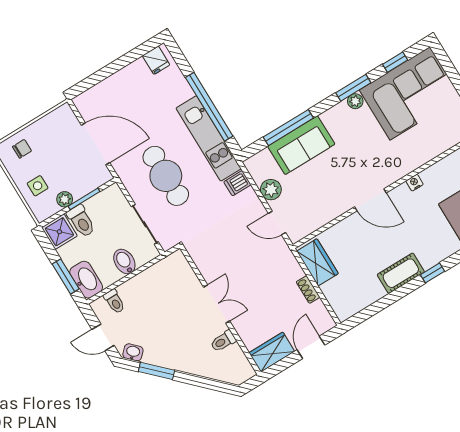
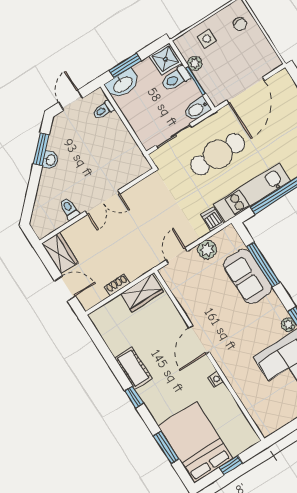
bidet: (124, 262) -> (197, 109), moved, turned 180
washbasin: (133, 352) -> (50, 160), moved

